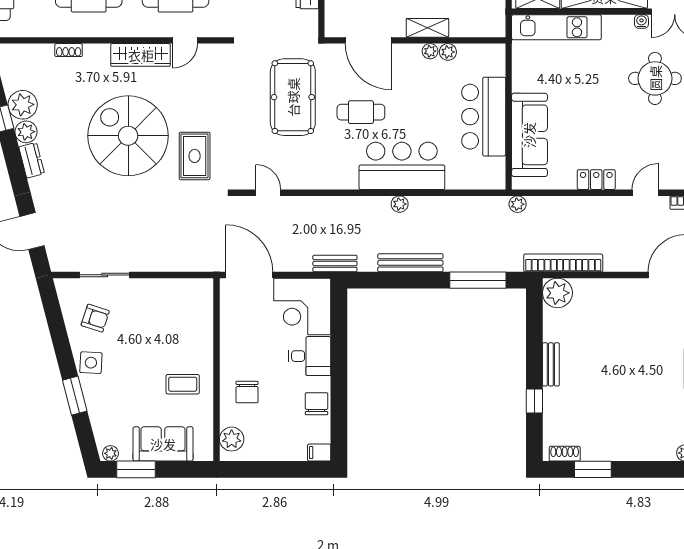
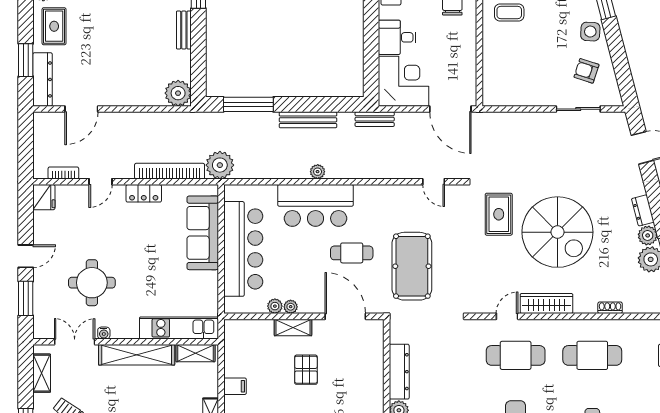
bar counter: (484, 117) -> (243, 249), width x1.36
plant: (518, 204) -> (220, 165), width x1.87, depth x1.87
bookcase: (563, 263) -> (170, 171), moved, turned 180

